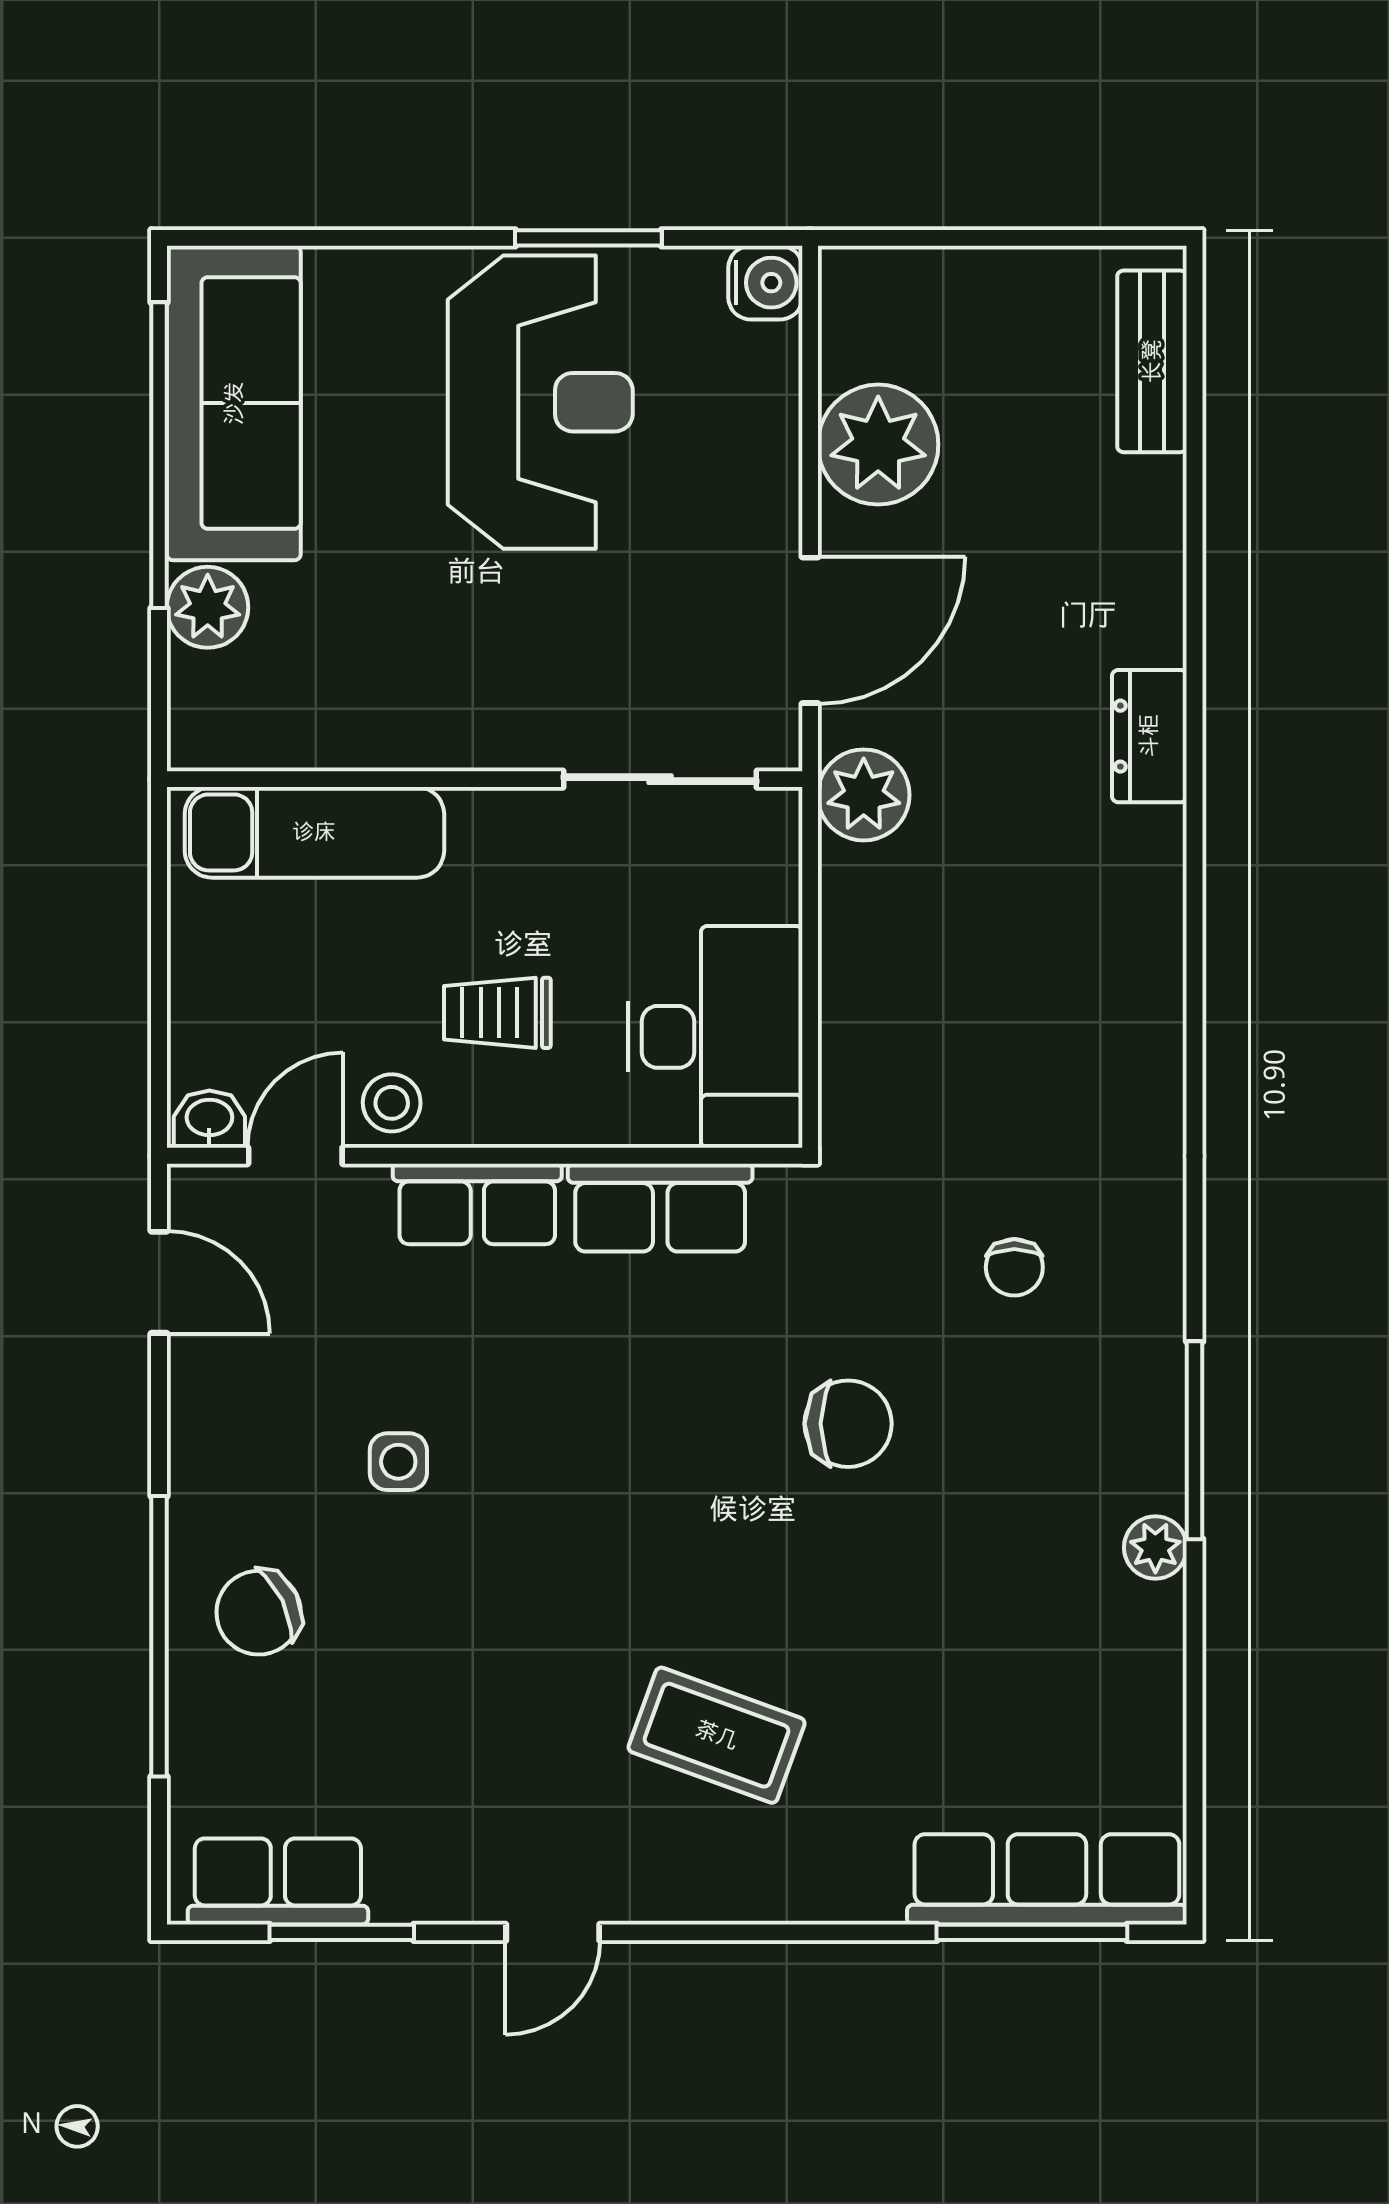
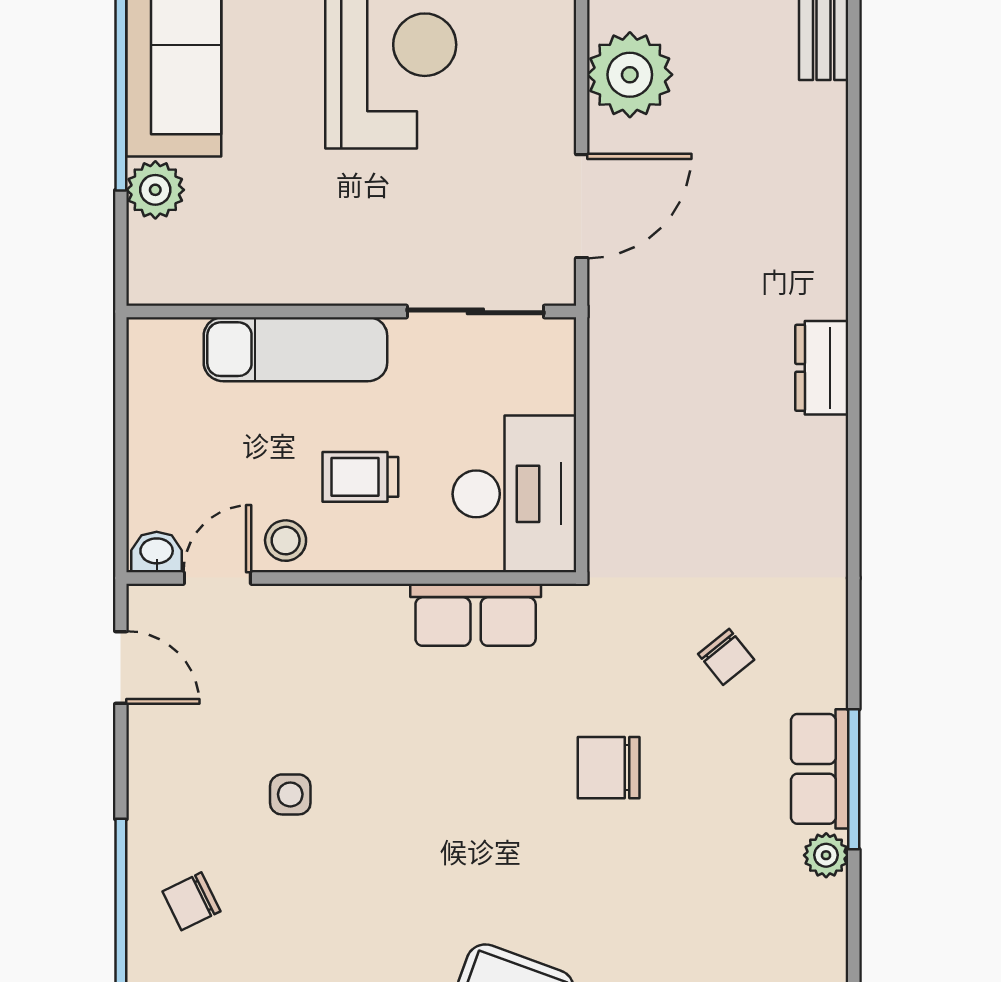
dresser: (1149, 736) -> (822, 368), moved
plant: (864, 795) -> (620, 323), removed
exam couch: (314, 832) -> (295, 349), moved
row of seats: (477, 1204) -> (820, 769), moved, turned 90
chair: (1014, 1267) -> (726, 657), turned -39
chair: (848, 1424) -> (609, 768), turned 180
chair: (259, 1613) -> (191, 901), width x0.73, depth x0.73

